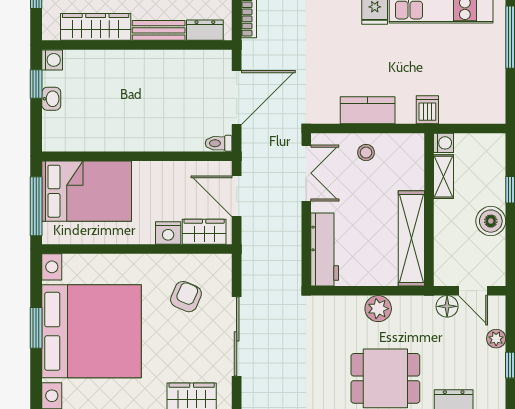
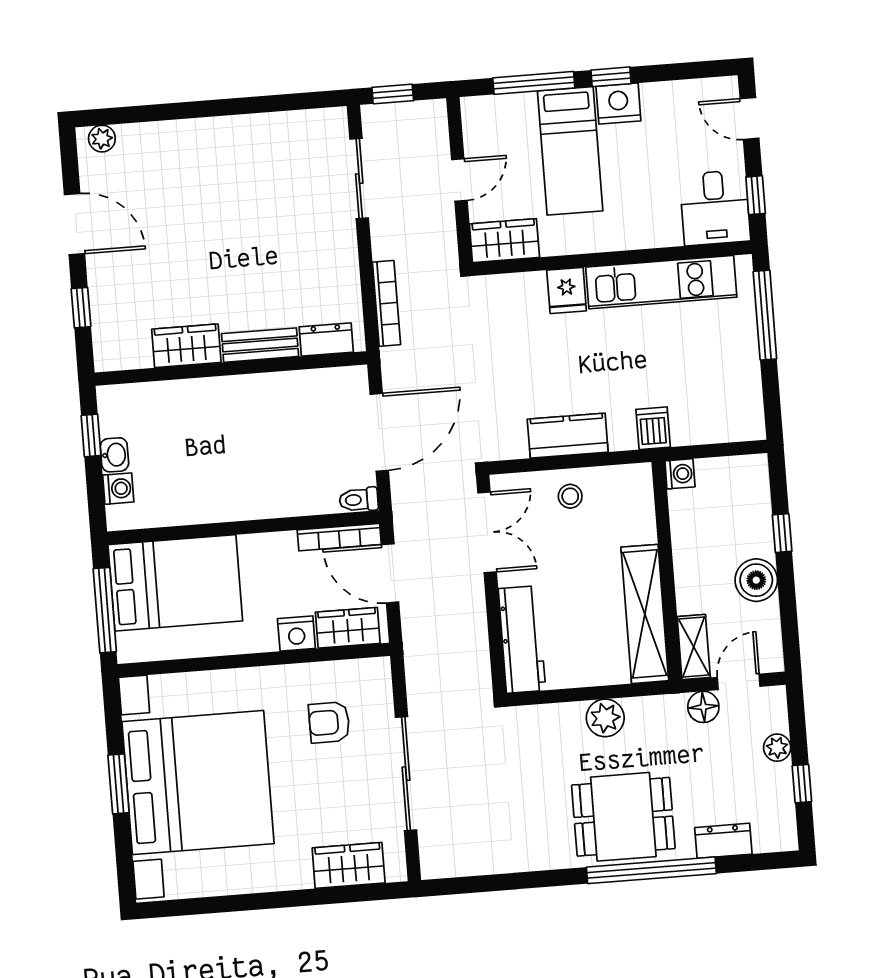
wardrobe: (96, 27) -> (186, 346), width x0.67
washing machine: (52, 60) -> (118, 489), moved
bookcase: (203, 168) -> (339, 537), added
shelving: (444, 177) -> (694, 647), moved
door: (473, 291) -> (739, 682), swing flipped
armchair: (186, 297) -> (329, 722), turned -113

